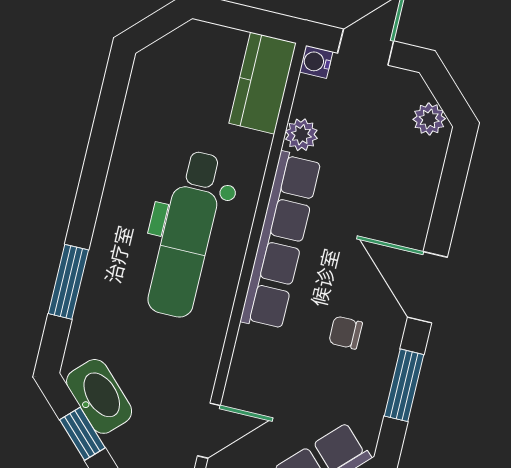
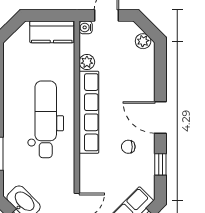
kitchen counter: (263, 83) -> (52, 32), moved, turned -90
dental chair: (187, 234) -> (46, 119), turned 180
window: (404, 385) -> (160, 164), width x0.67

